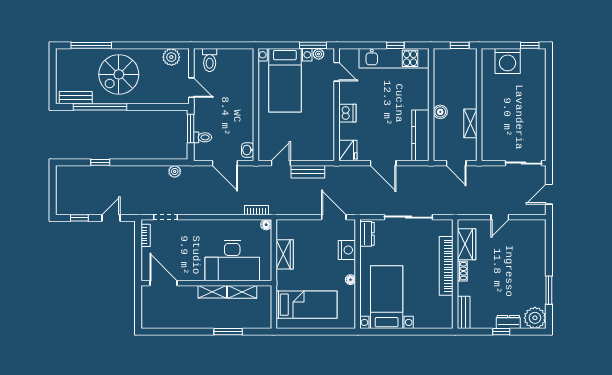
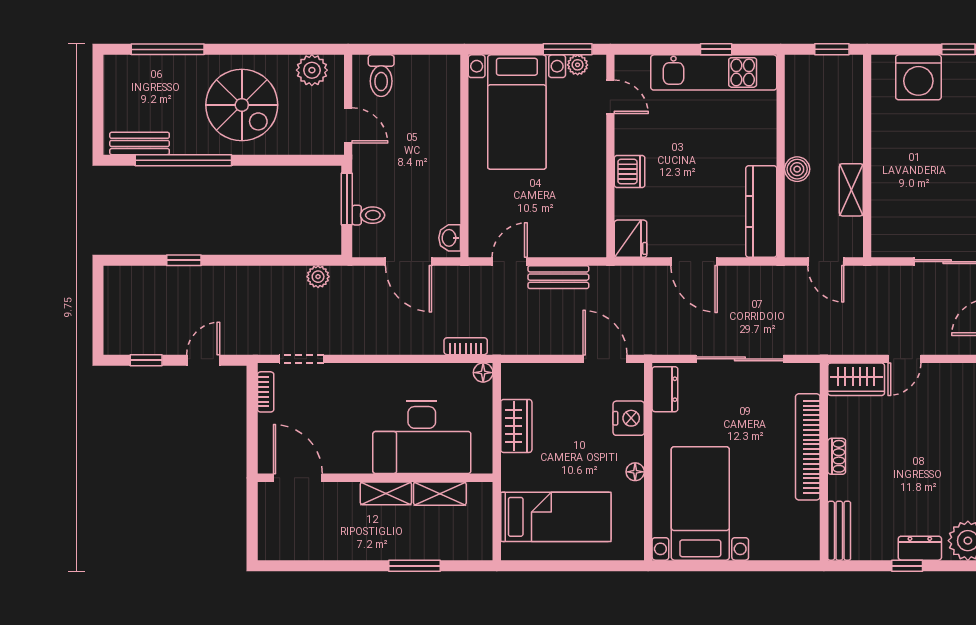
spiral stairs: (119, 74) -> (242, 105), moved, turned -90
wardrobe: (466, 244) -> (856, 379), moved, turned 90

